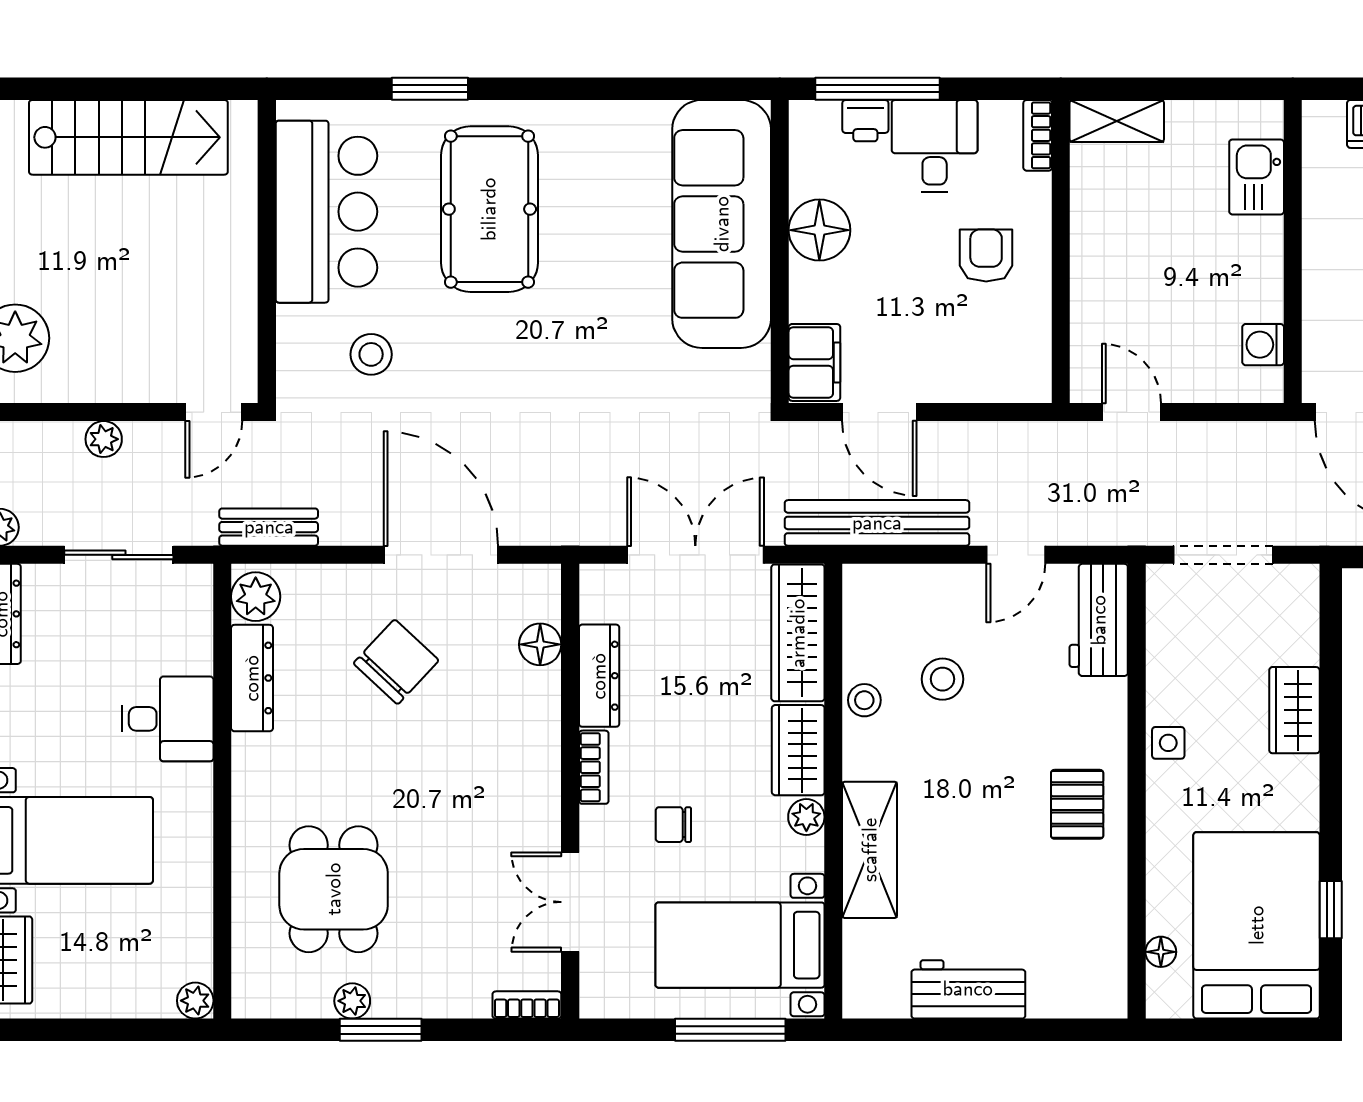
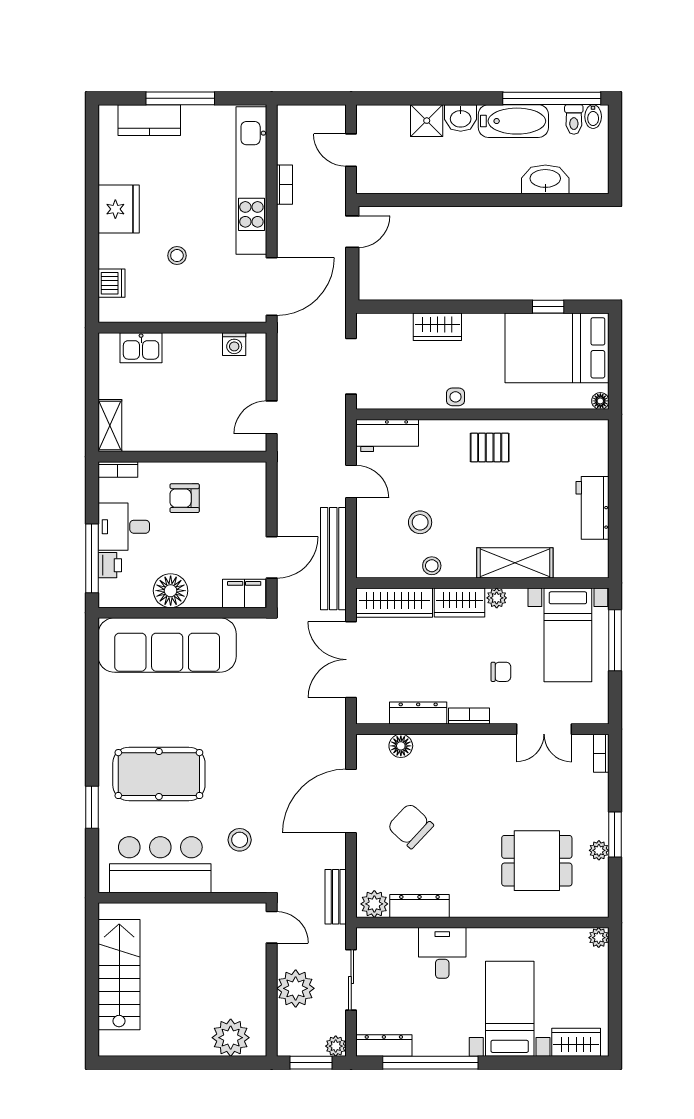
plant: (104, 439) -> (296, 988), width x1.87, depth x1.87
chair: (673, 825) -> (501, 672), turned -90
floor lamp: (1161, 952) -> (600, 401), moved

